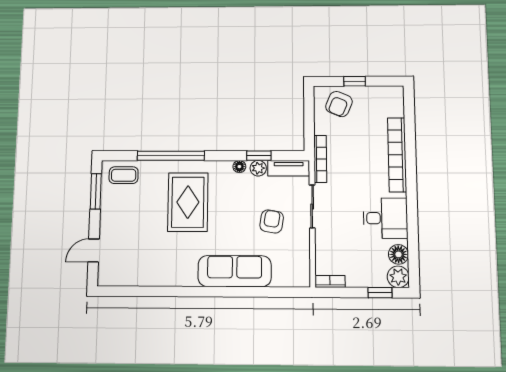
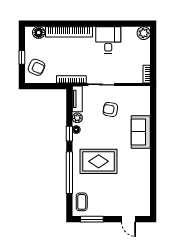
window: (259, 156) -> (69, 134), moved
floor lamp: (398, 254) -> (39, 33), moved
sofa: (235, 271) -> (141, 132), width x0.73
window: (380, 293) -> (153, 44), removed

